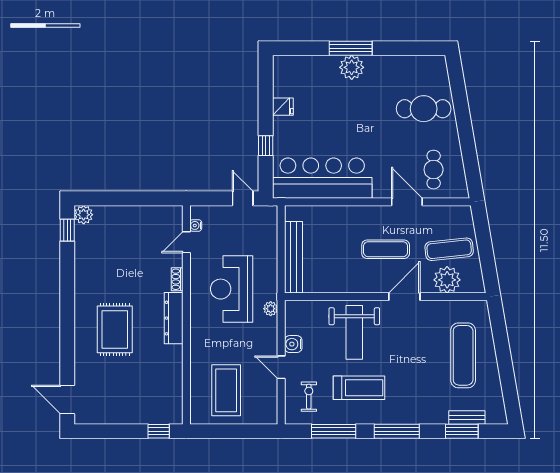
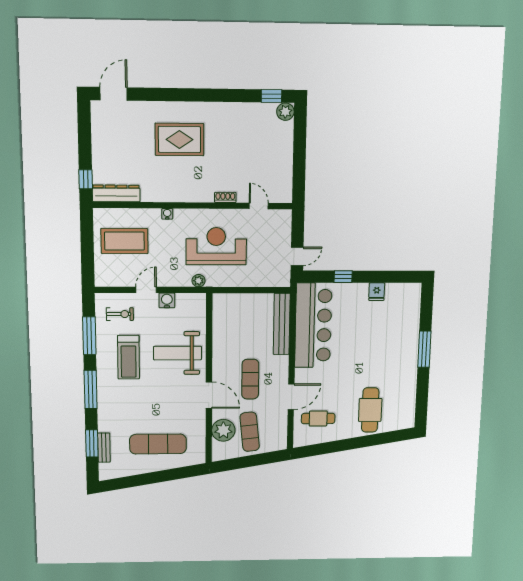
plant: (352, 67) -> (408, 350), removed
water cooler: (196, 225) -> (167, 214), moved
bench: (294, 257) -> (282, 324), moved, turned 90
dresser: (174, 318) -> (116, 193), moved

